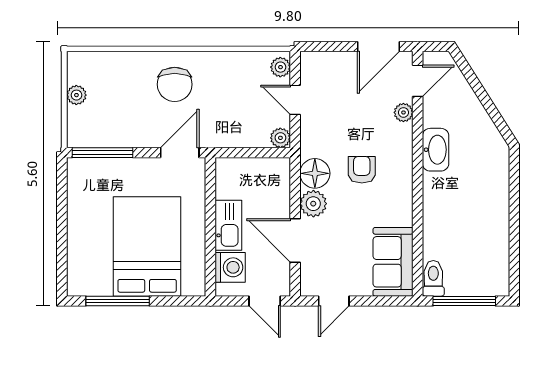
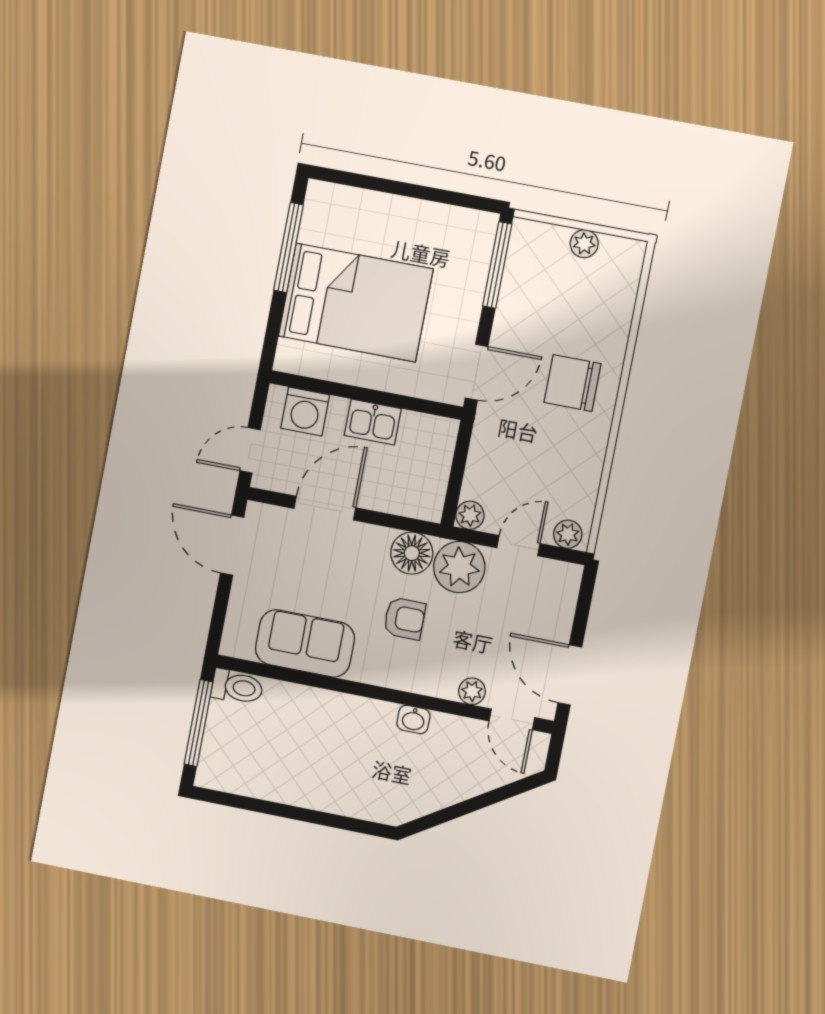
washbasin: (436, 150) -> (413, 719), width x0.52, depth x0.69
door: (180, 153) -> (477, 372), hinge flipped
plant: (313, 204) -> (459, 567), moved, width x1.36, depth x1.36
kitchen sink: (228, 225) -> (373, 422), width x0.73
sofa: (393, 262) -> (305, 643), moved
door: (334, 301) -> (232, 545), width x1.38

